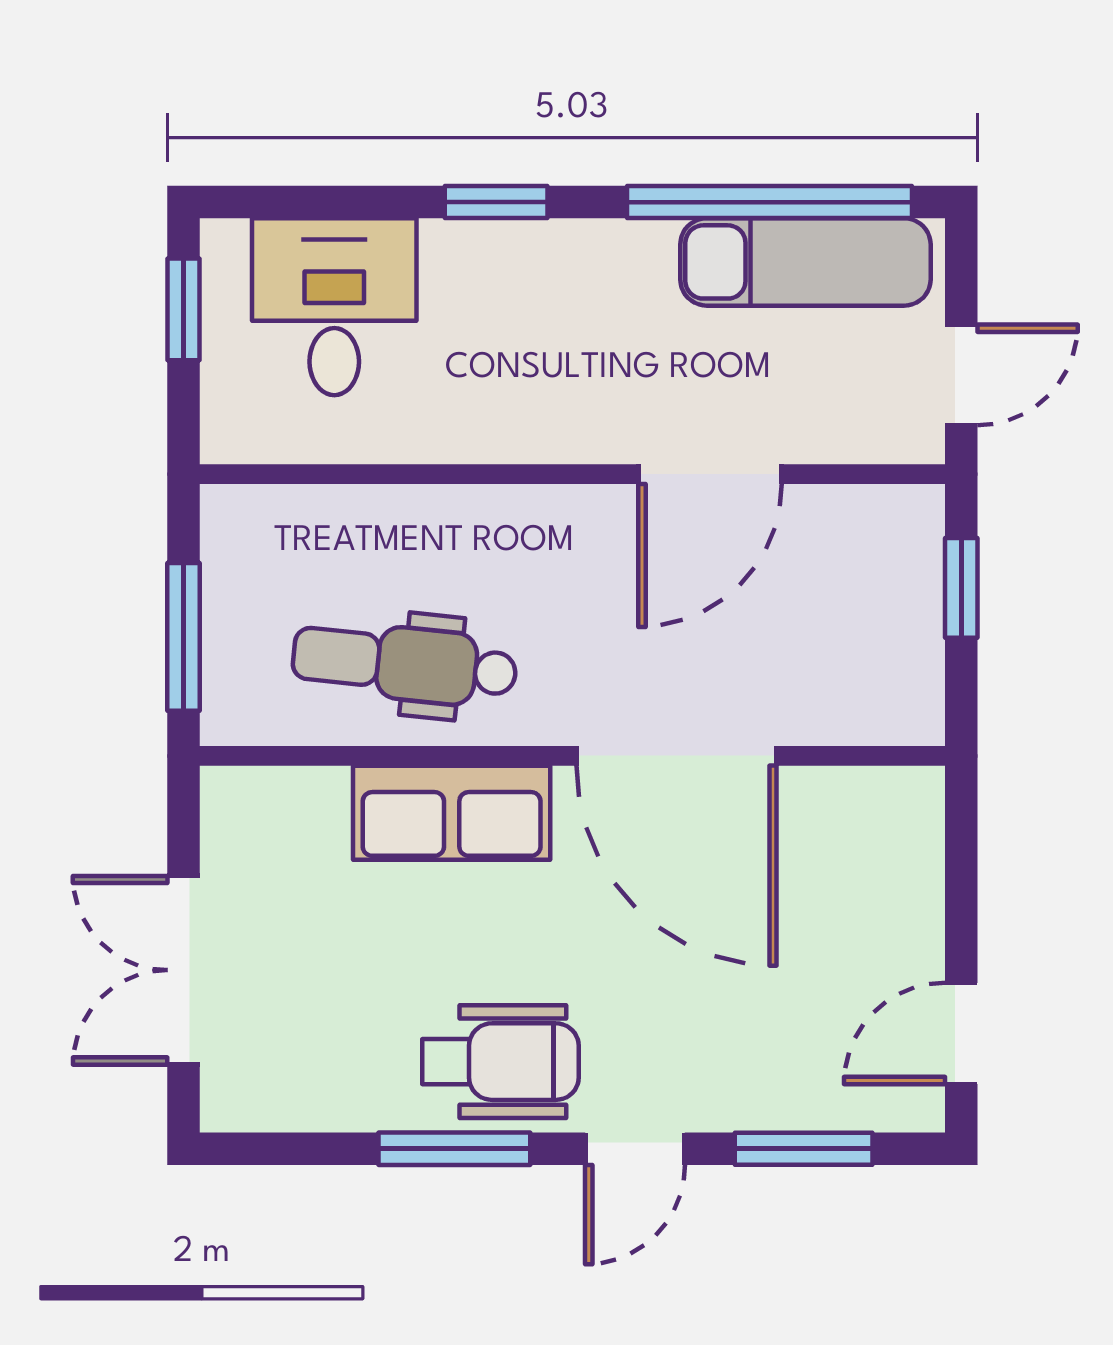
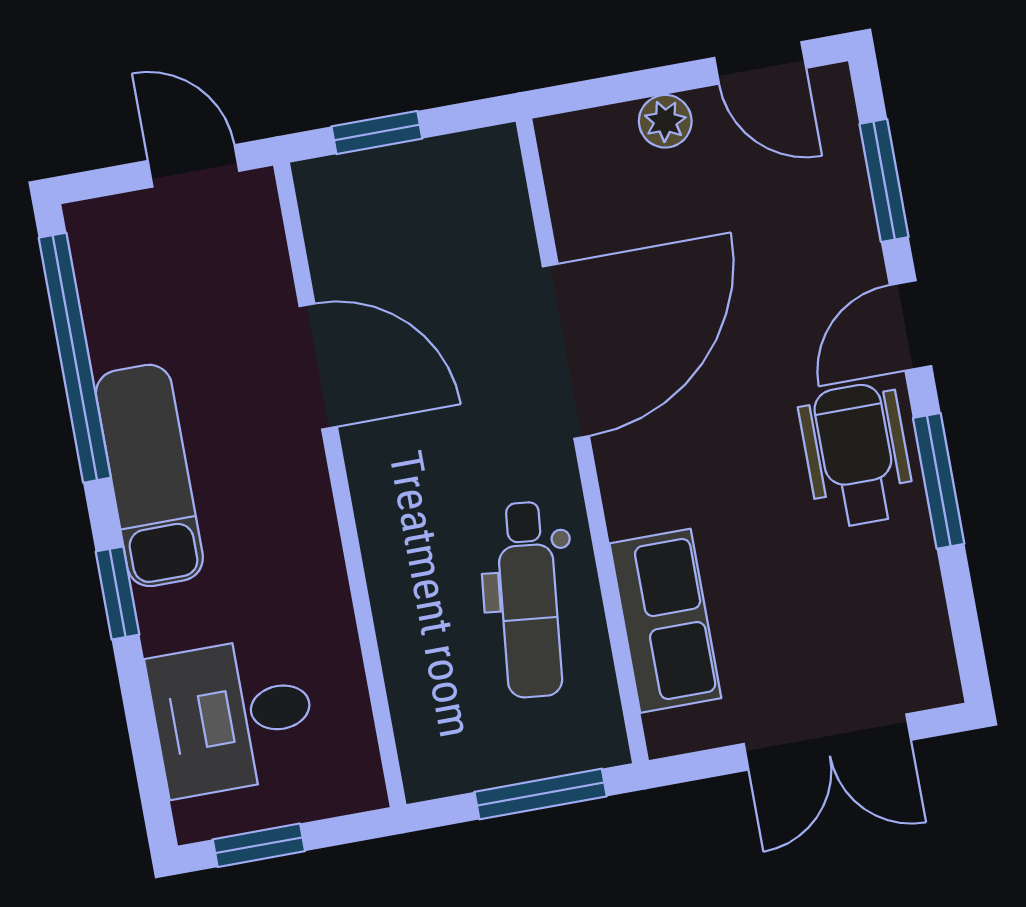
exam couch: (805, 262) -> (149, 475), moved
row of seats: (452, 813) -> (665, 621), moved
plant: (915, 915) -> (665, 121), added
door: (635, 1149) -> (910, 325), swing flipped

